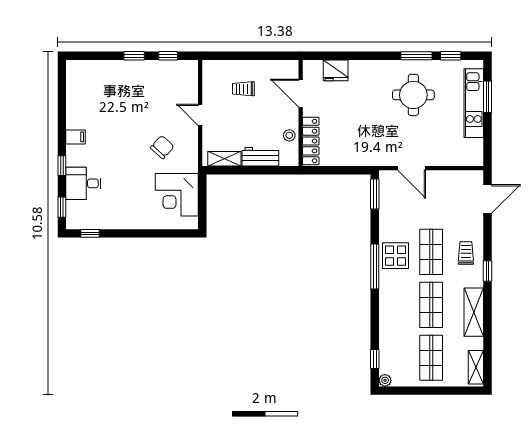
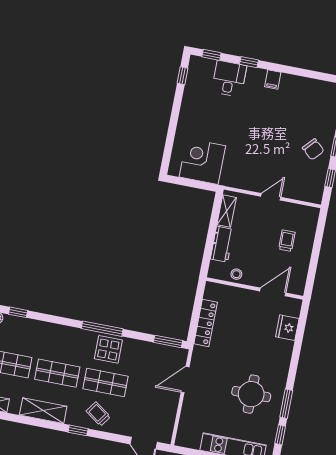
locker: (311, 141) -> (206, 323), moved, turned -90
chair: (162, 147) -> (313, 149), moved
trolley: (466, 253) -> (98, 414), turned -145

